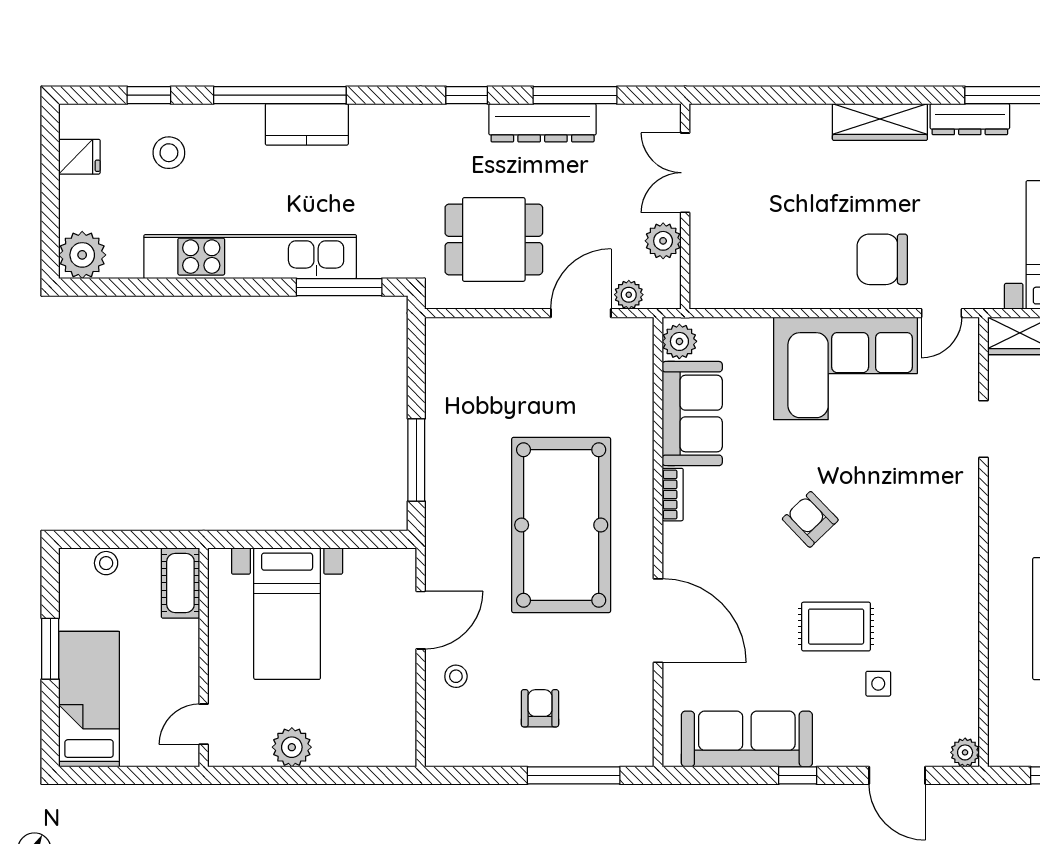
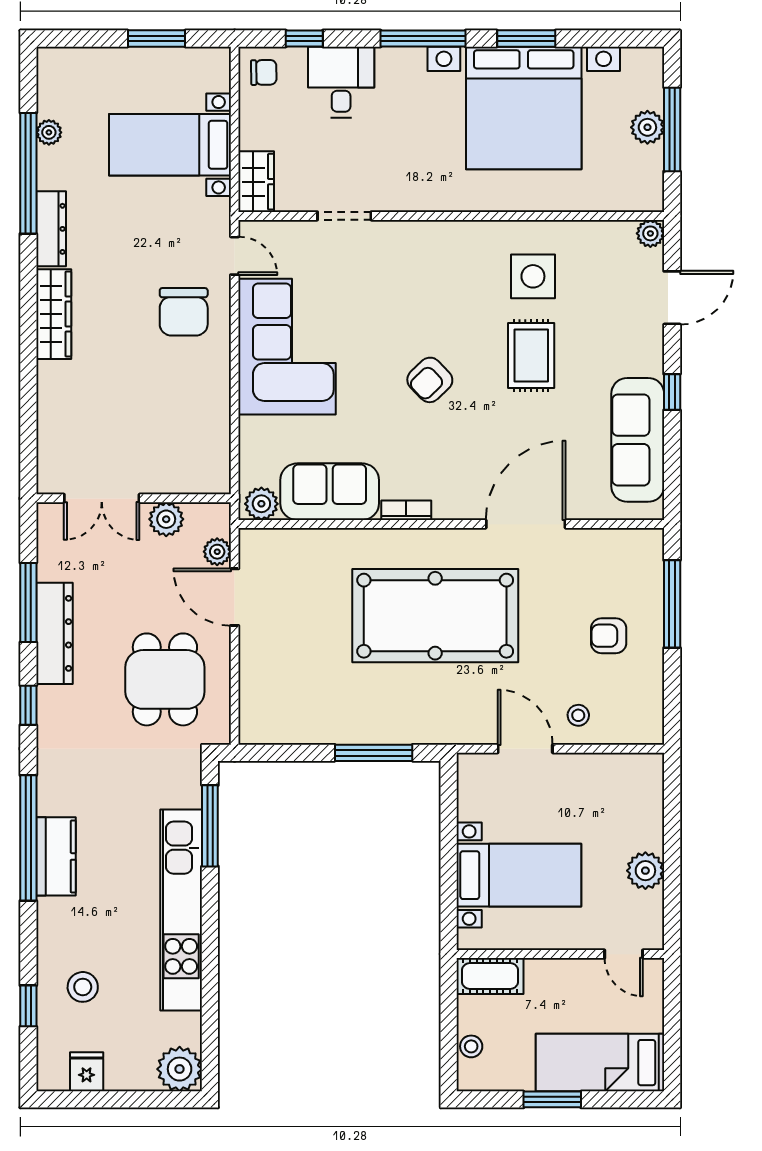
window: (280, 95) -> (28, 838), moved
side table: (878, 684) -> (533, 276), moved, width x1.87, depth x1.87

